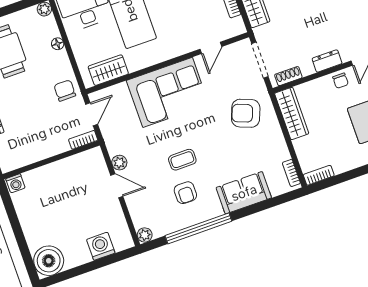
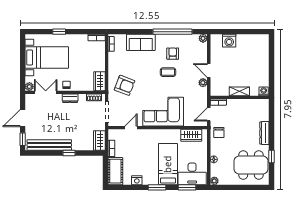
wardrobe: (292, 113) -> (99, 81), width x0.67
shelving: (55, 169) -> (239, 91), added
boiler: (49, 261) -> (260, 43), removed

